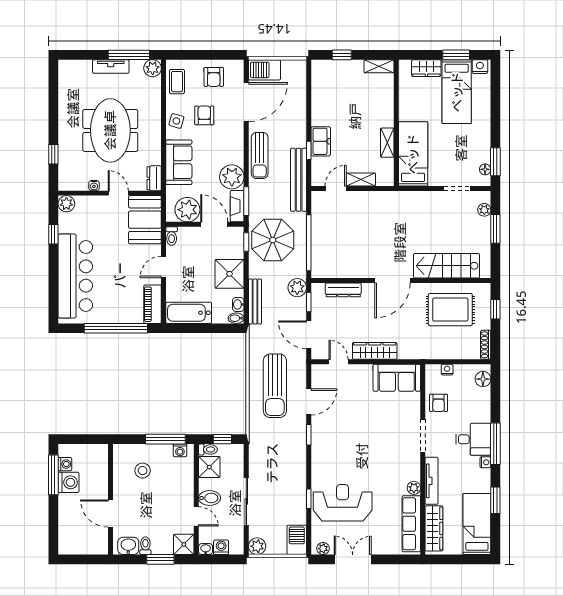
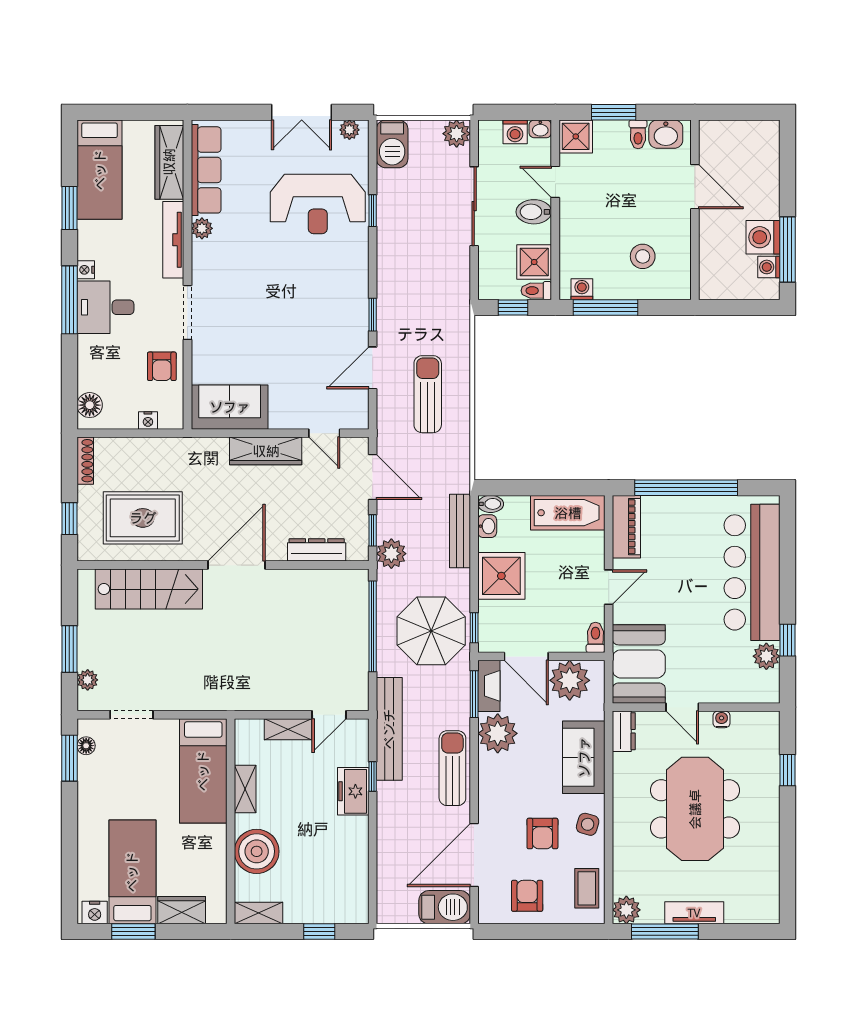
boiler: (380, 104) -> (257, 851), added
plant: (66, 204) -> (766, 656), moved
sun lounger: (275, 386) -> (428, 394), width x0.73, depth x0.75
armchair: (439, 403) -> (162, 366), turned 180

